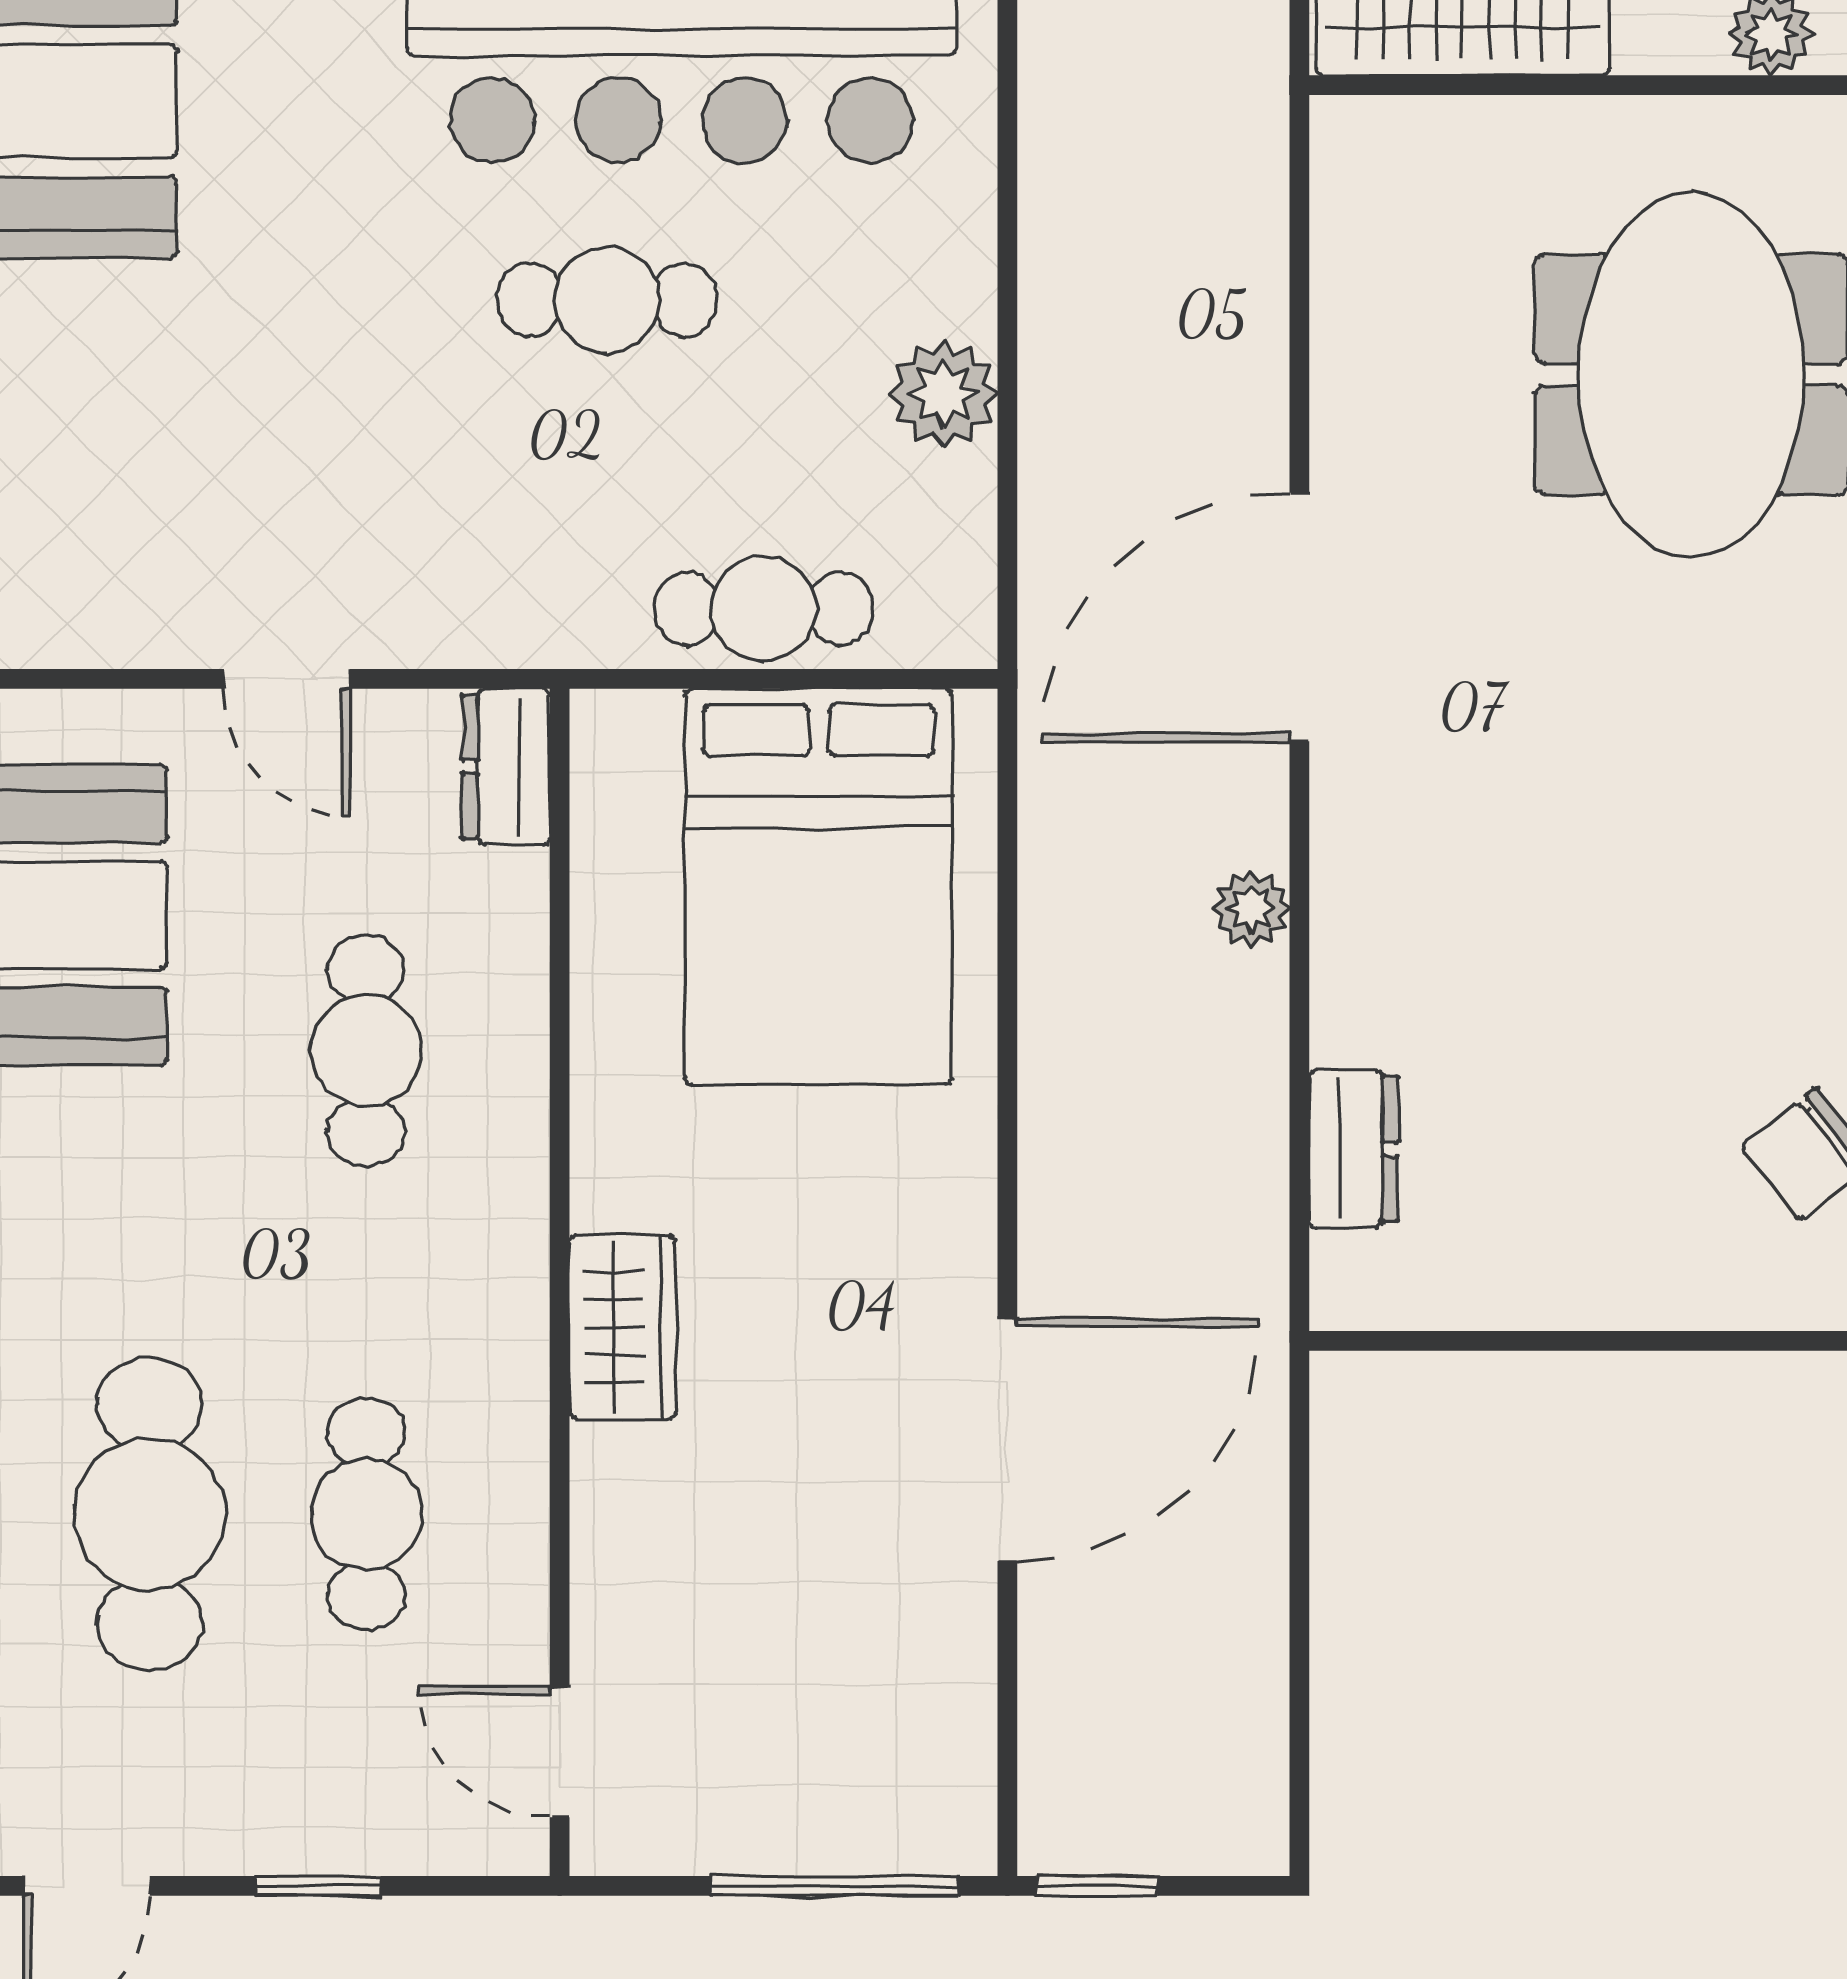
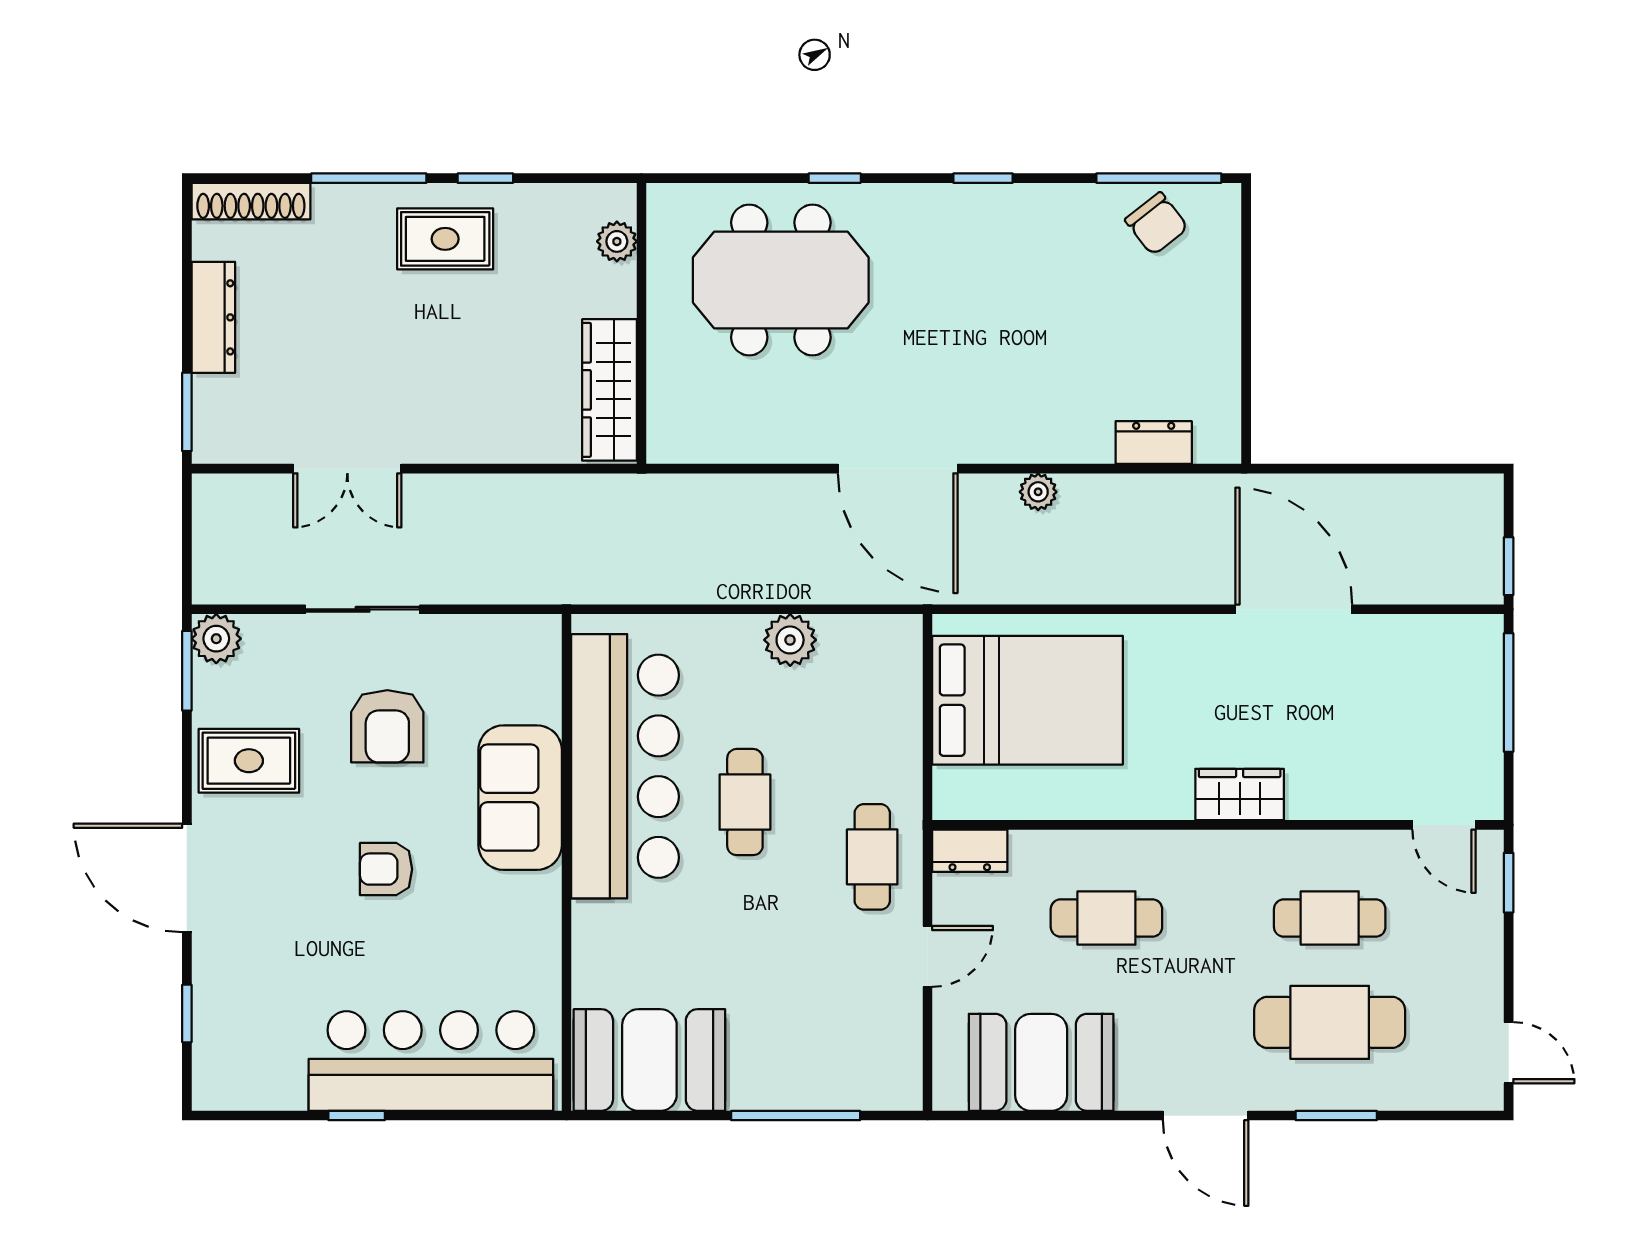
cafe table: (764, 609) -> (872, 857), moved
door: (560, 1752) -> (1444, 825), hinge flipped
window: (318, 1886) -> (1509, 883), moved

